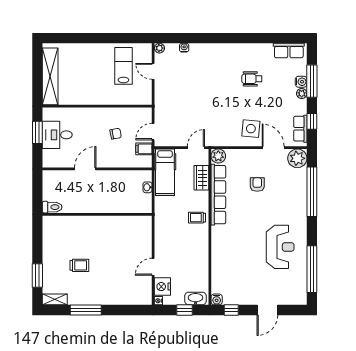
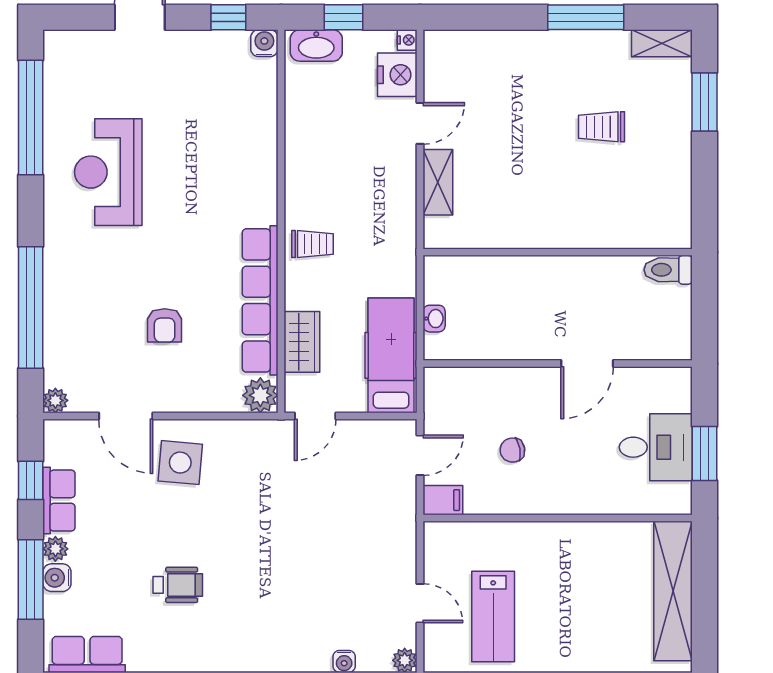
row of seats: (300, 129) -> (59, 501), moved
filing cabinet: (144, 149) -> (443, 500), moved
plant: (297, 158) -> (55, 400), width x0.53, depth x0.53
shelving: (146, 243) -> (438, 182), added

